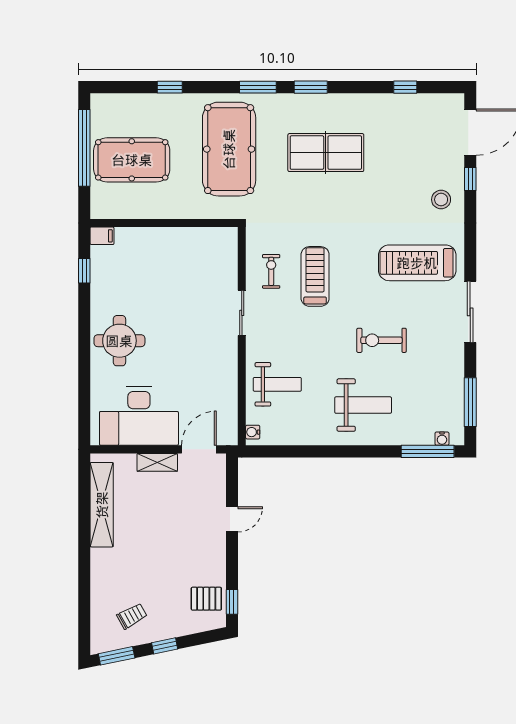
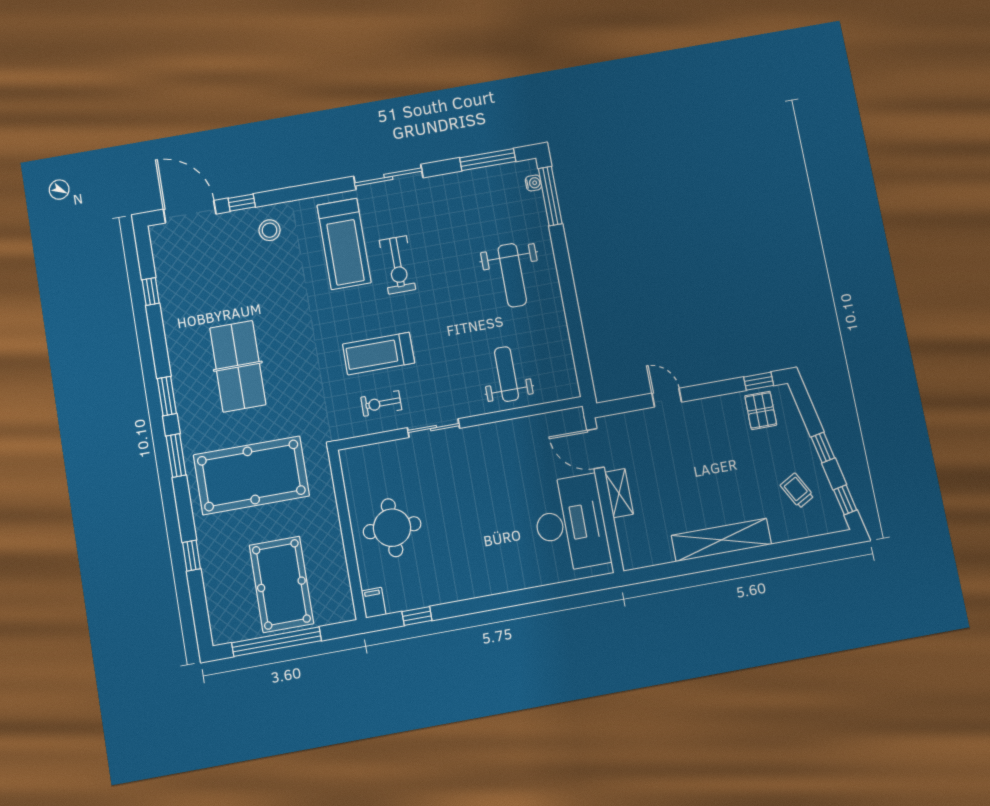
exercise bike: (381, 340) -> (397, 265), moved
round table: (119, 341) -> (392, 528), moved
weight bench: (363, 405) -> (512, 275), turned 180
water cooler: (253, 432) -> (565, 392), removed
shelving: (102, 505) -> (721, 540), moved
window: (117, 656) -> (845, 500), width x0.67

